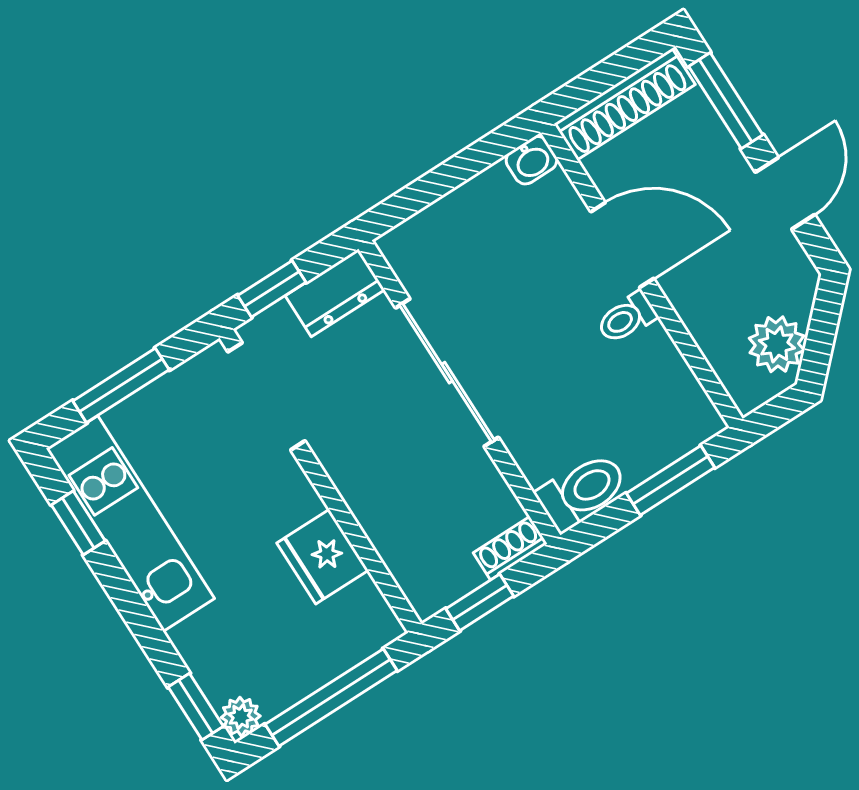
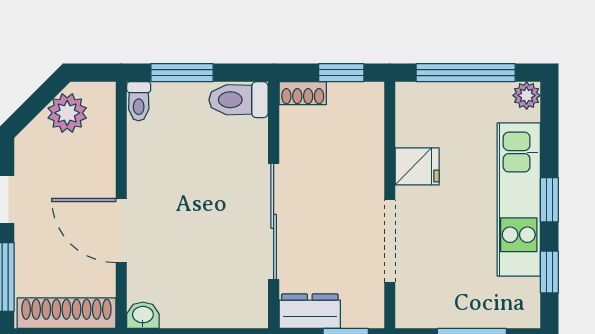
toilet: (627, 318) -> (139, 101), moved, turned 90
doorway: (266, 396) -> (390, 241), moved
kitchen unit: (130, 524) -> (519, 200), moved
fridge: (323, 557) -> (417, 166), width x0.72
window: (196, 707) -> (549, 200), moved

